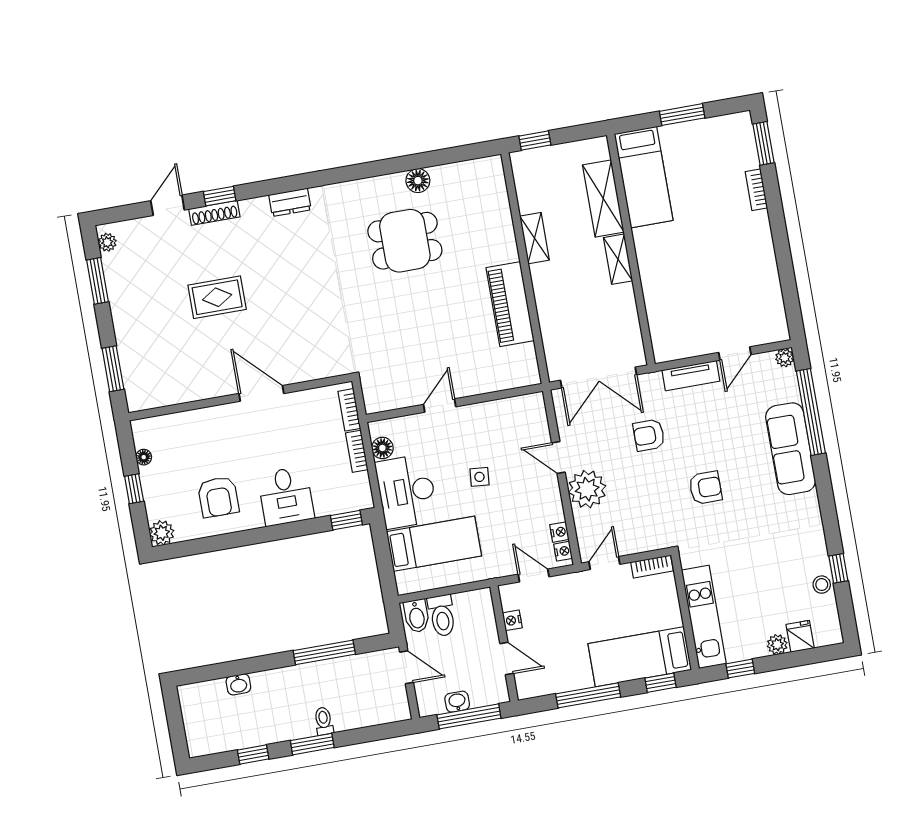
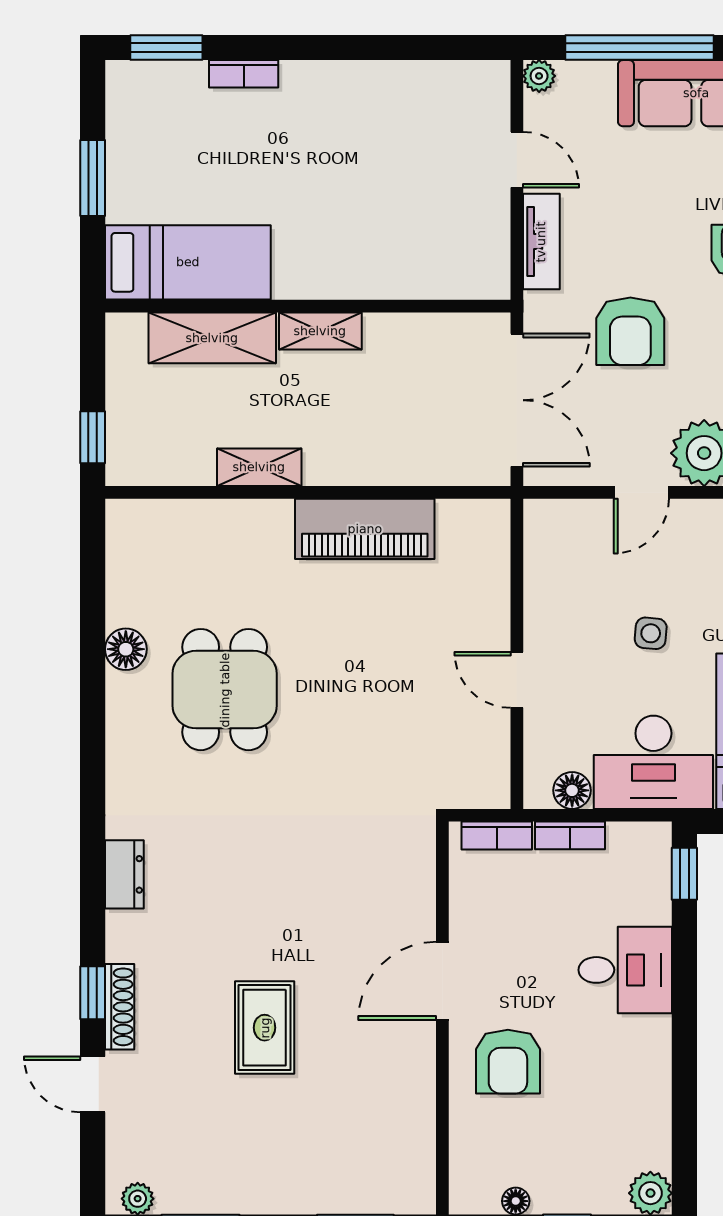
armchair: (649, 435) -> (630, 331), width x1.38, depth x1.38
armchair: (218, 497) -> (508, 1062), moved, turned 90

